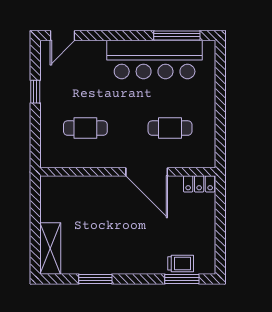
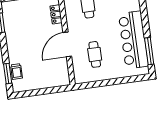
locker: (199, 184) -> (56, 14), moved

